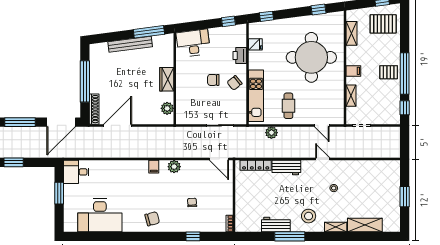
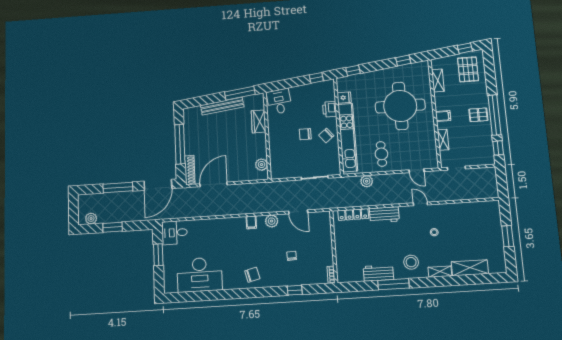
pallet: (383, 24) -> (468, 69), turned 90
desk: (193, 43) -> (279, 101), width x0.73
wardrobe: (167, 79) -> (259, 121), moved
kitchen unit: (256, 96) -> (348, 137), width x1.36
door: (219, 159) -> (298, 212), moved

